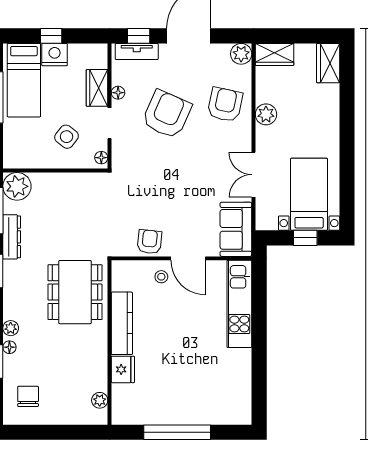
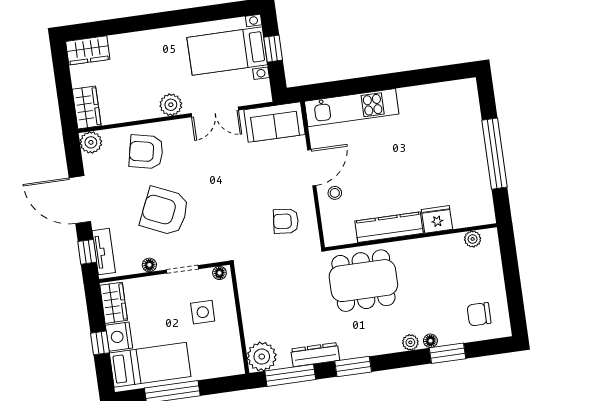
wardrobe: (97, 88) -> (114, 303), moved, turned -90
plant: (266, 114) -> (171, 105), moved
side table: (67, 137) -> (203, 312), turned -38
armchair: (149, 242) -> (286, 221), moved

